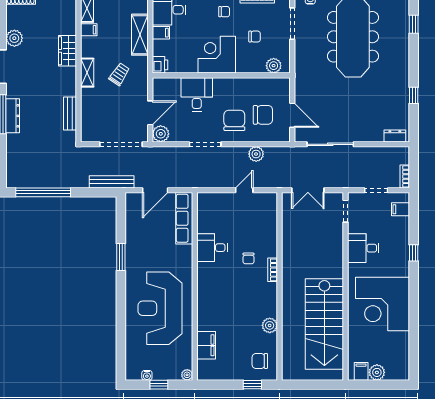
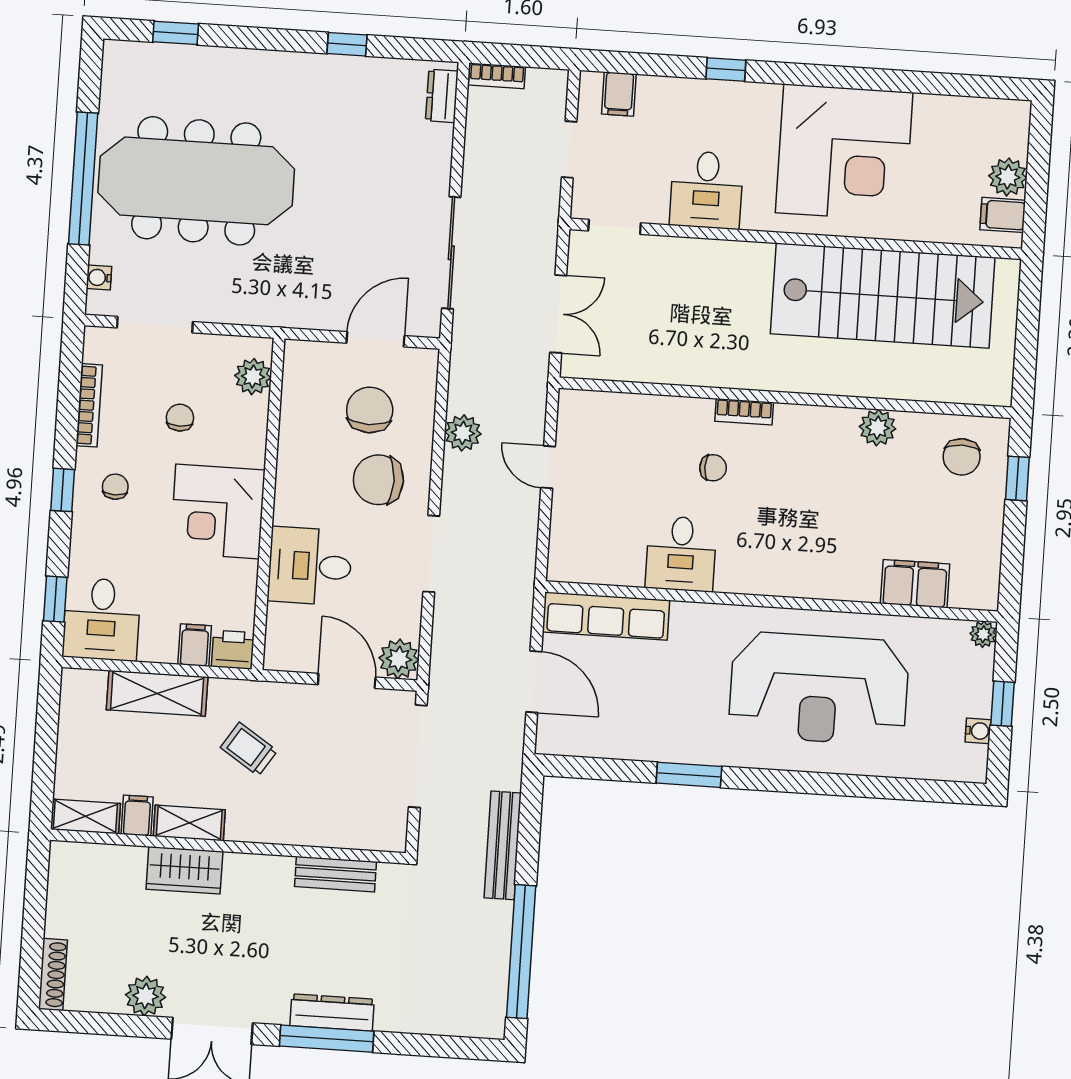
filing cabinet: (161, 33) -> (195, 645), moved
shelving: (87, 73) -> (189, 823), moved
bookcase: (405, 176) -> (497, 76), moved
bench: (112, 182) -> (503, 845), moved

